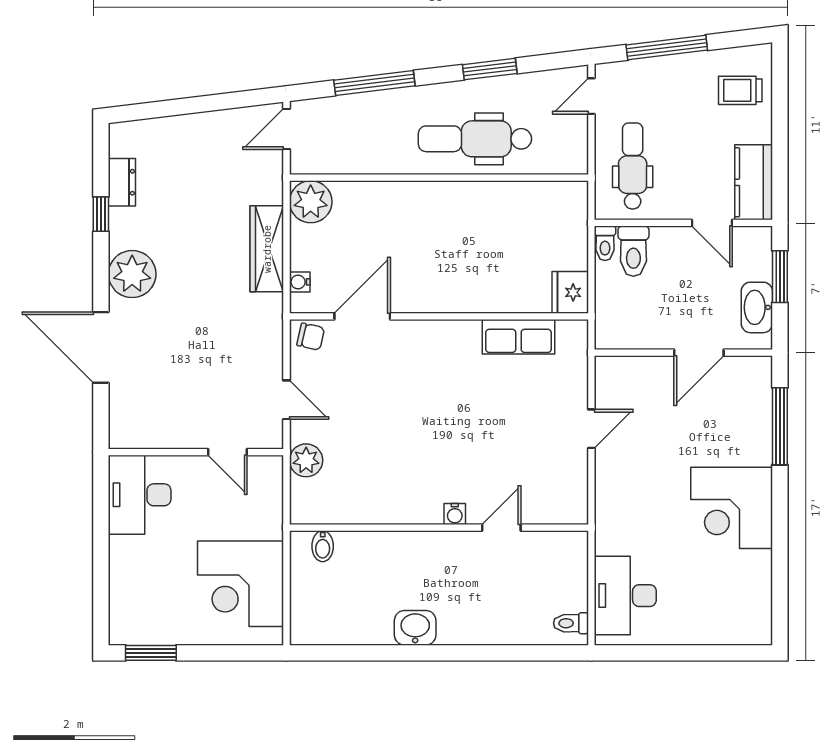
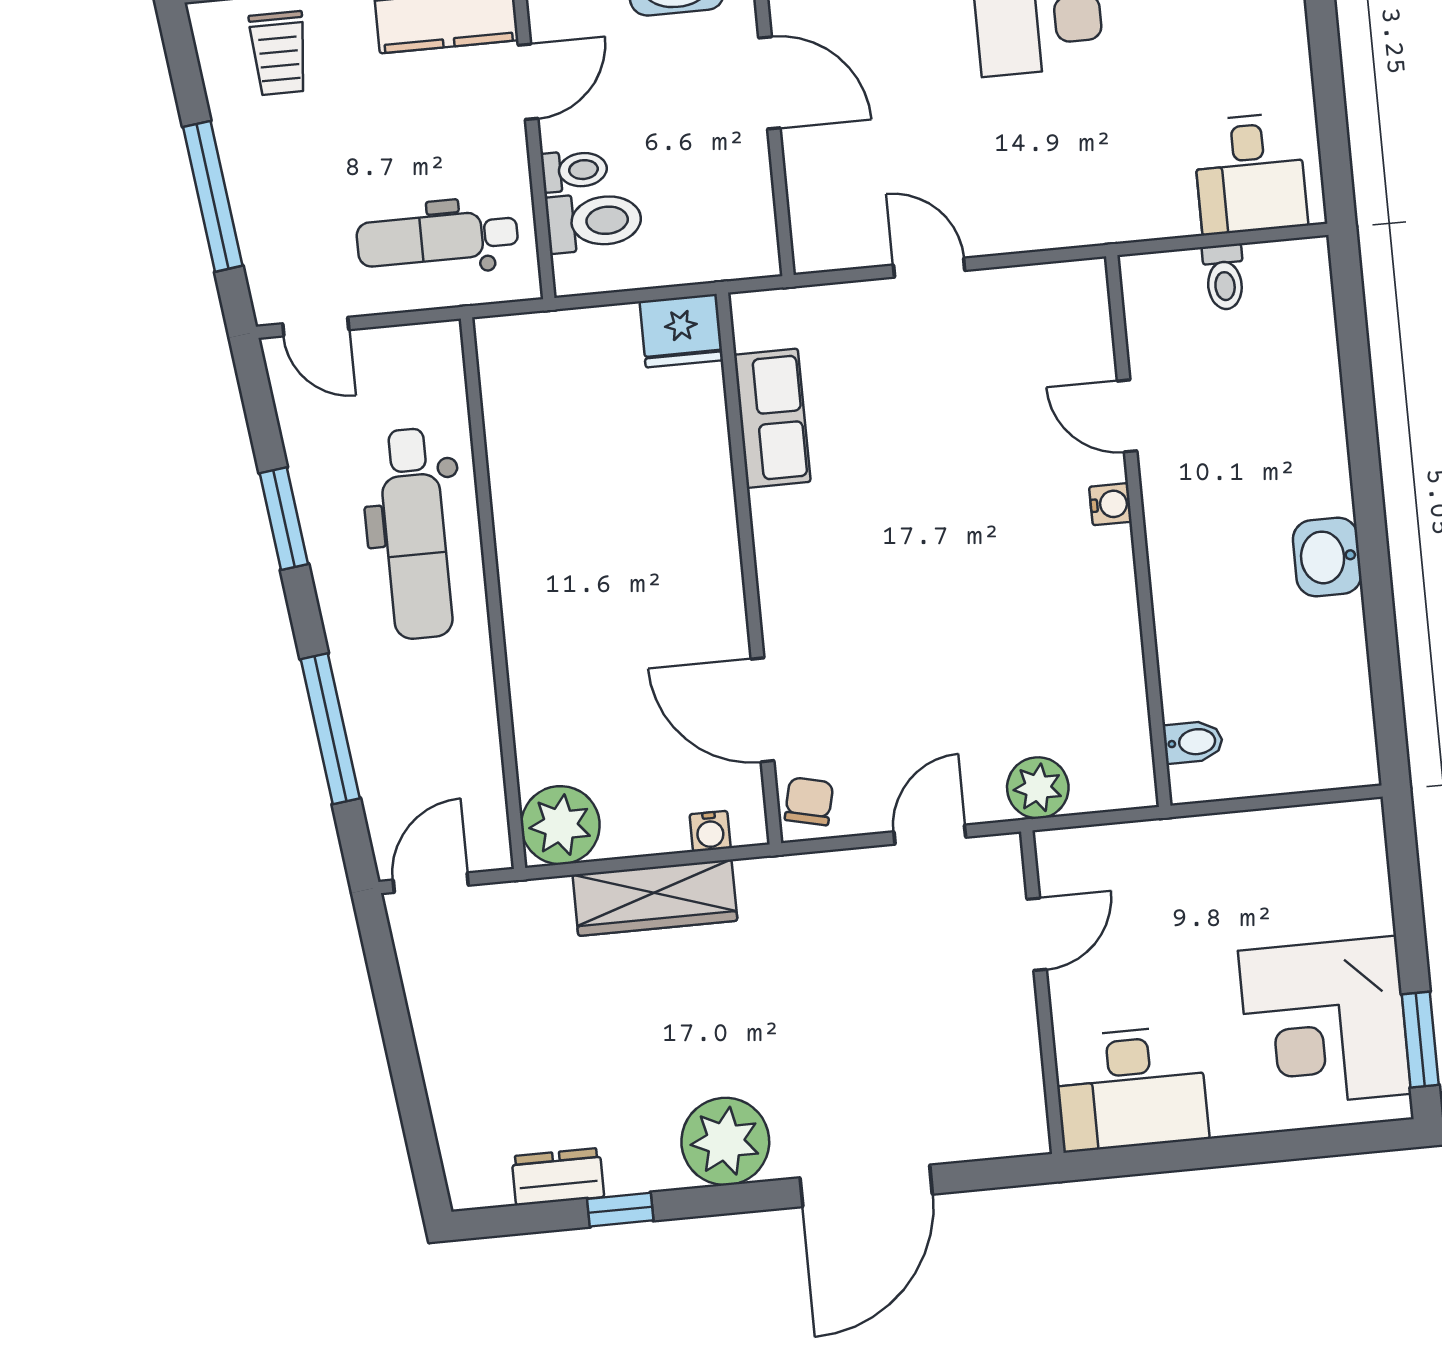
door: (287, 129) -> (431, 883), swing flipped
toilet: (605, 243) -> (574, 170), moved
corner desk: (241, 584) -> (1325, 1022), moved, turned 90
desk: (625, 596) -> (1250, 174), width x0.73
toilet: (571, 623) -> (1224, 277), moved

